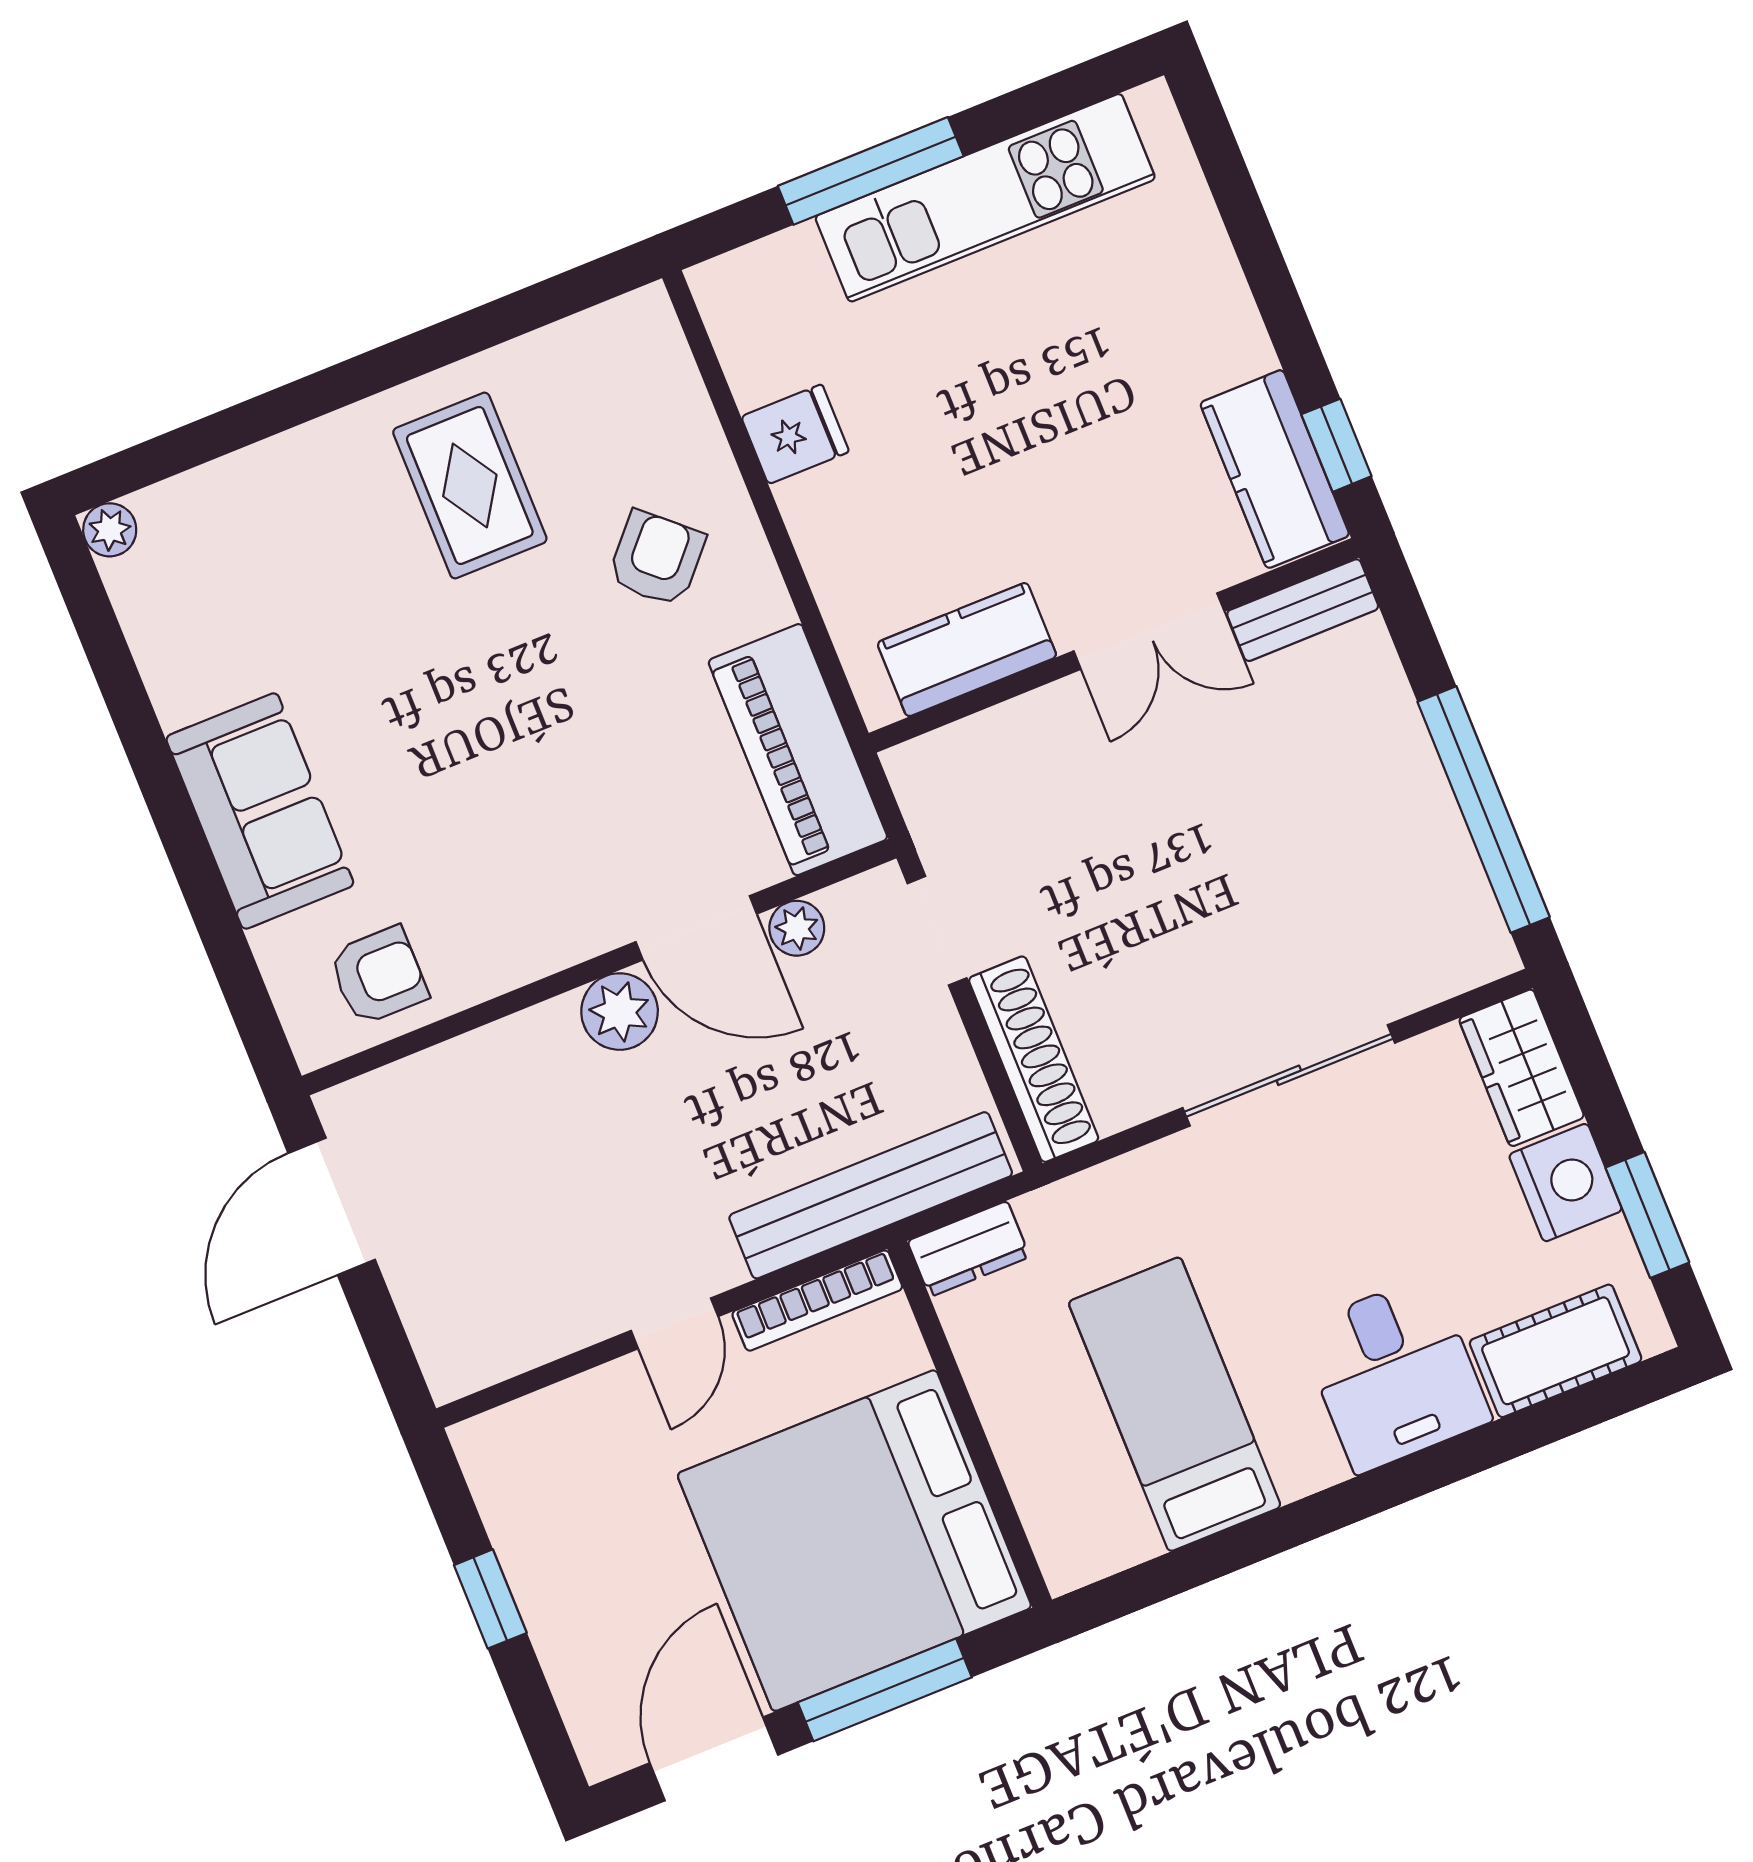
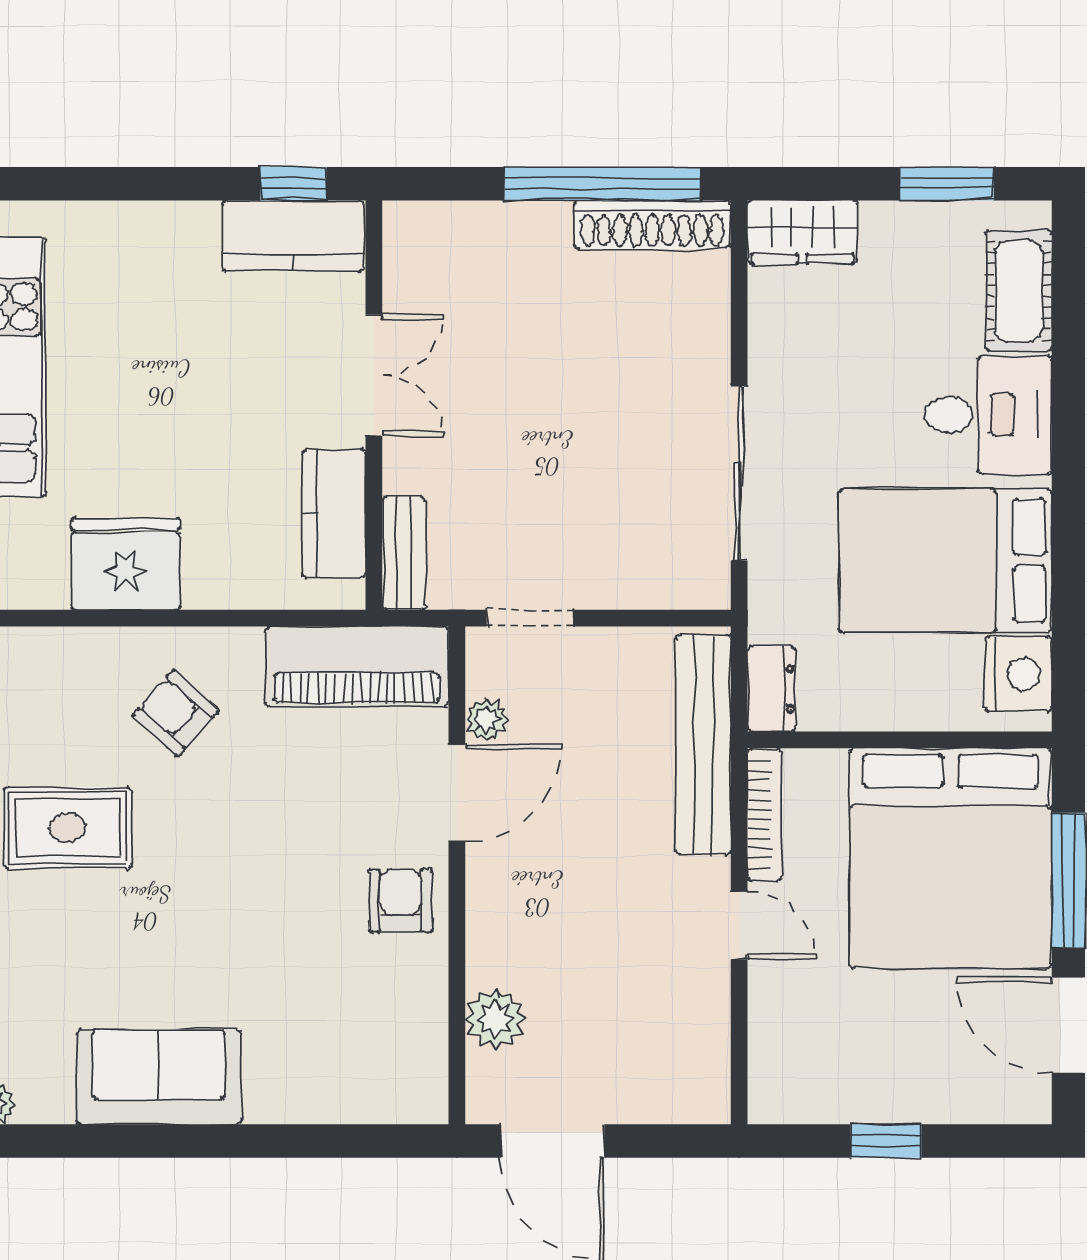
fridge: (795, 434) -> (126, 564), width x1.88, depth x1.34
bench: (1303, 610) -> (404, 553), moved
sofa: (260, 811) -> (159, 1077), moved
armchair: (378, 976) -> (401, 901), moved
plant: (620, 1012) -> (495, 1019), moved
shoe rack: (1034, 1059) -> (652, 225), moved, turned 180
sliding door: (1289, 1075) -> (739, 473), moved
nightstand: (1565, 1183) -> (1018, 674), moved, turned 90
bed: (1175, 1404) -> (945, 560), width x1.50

